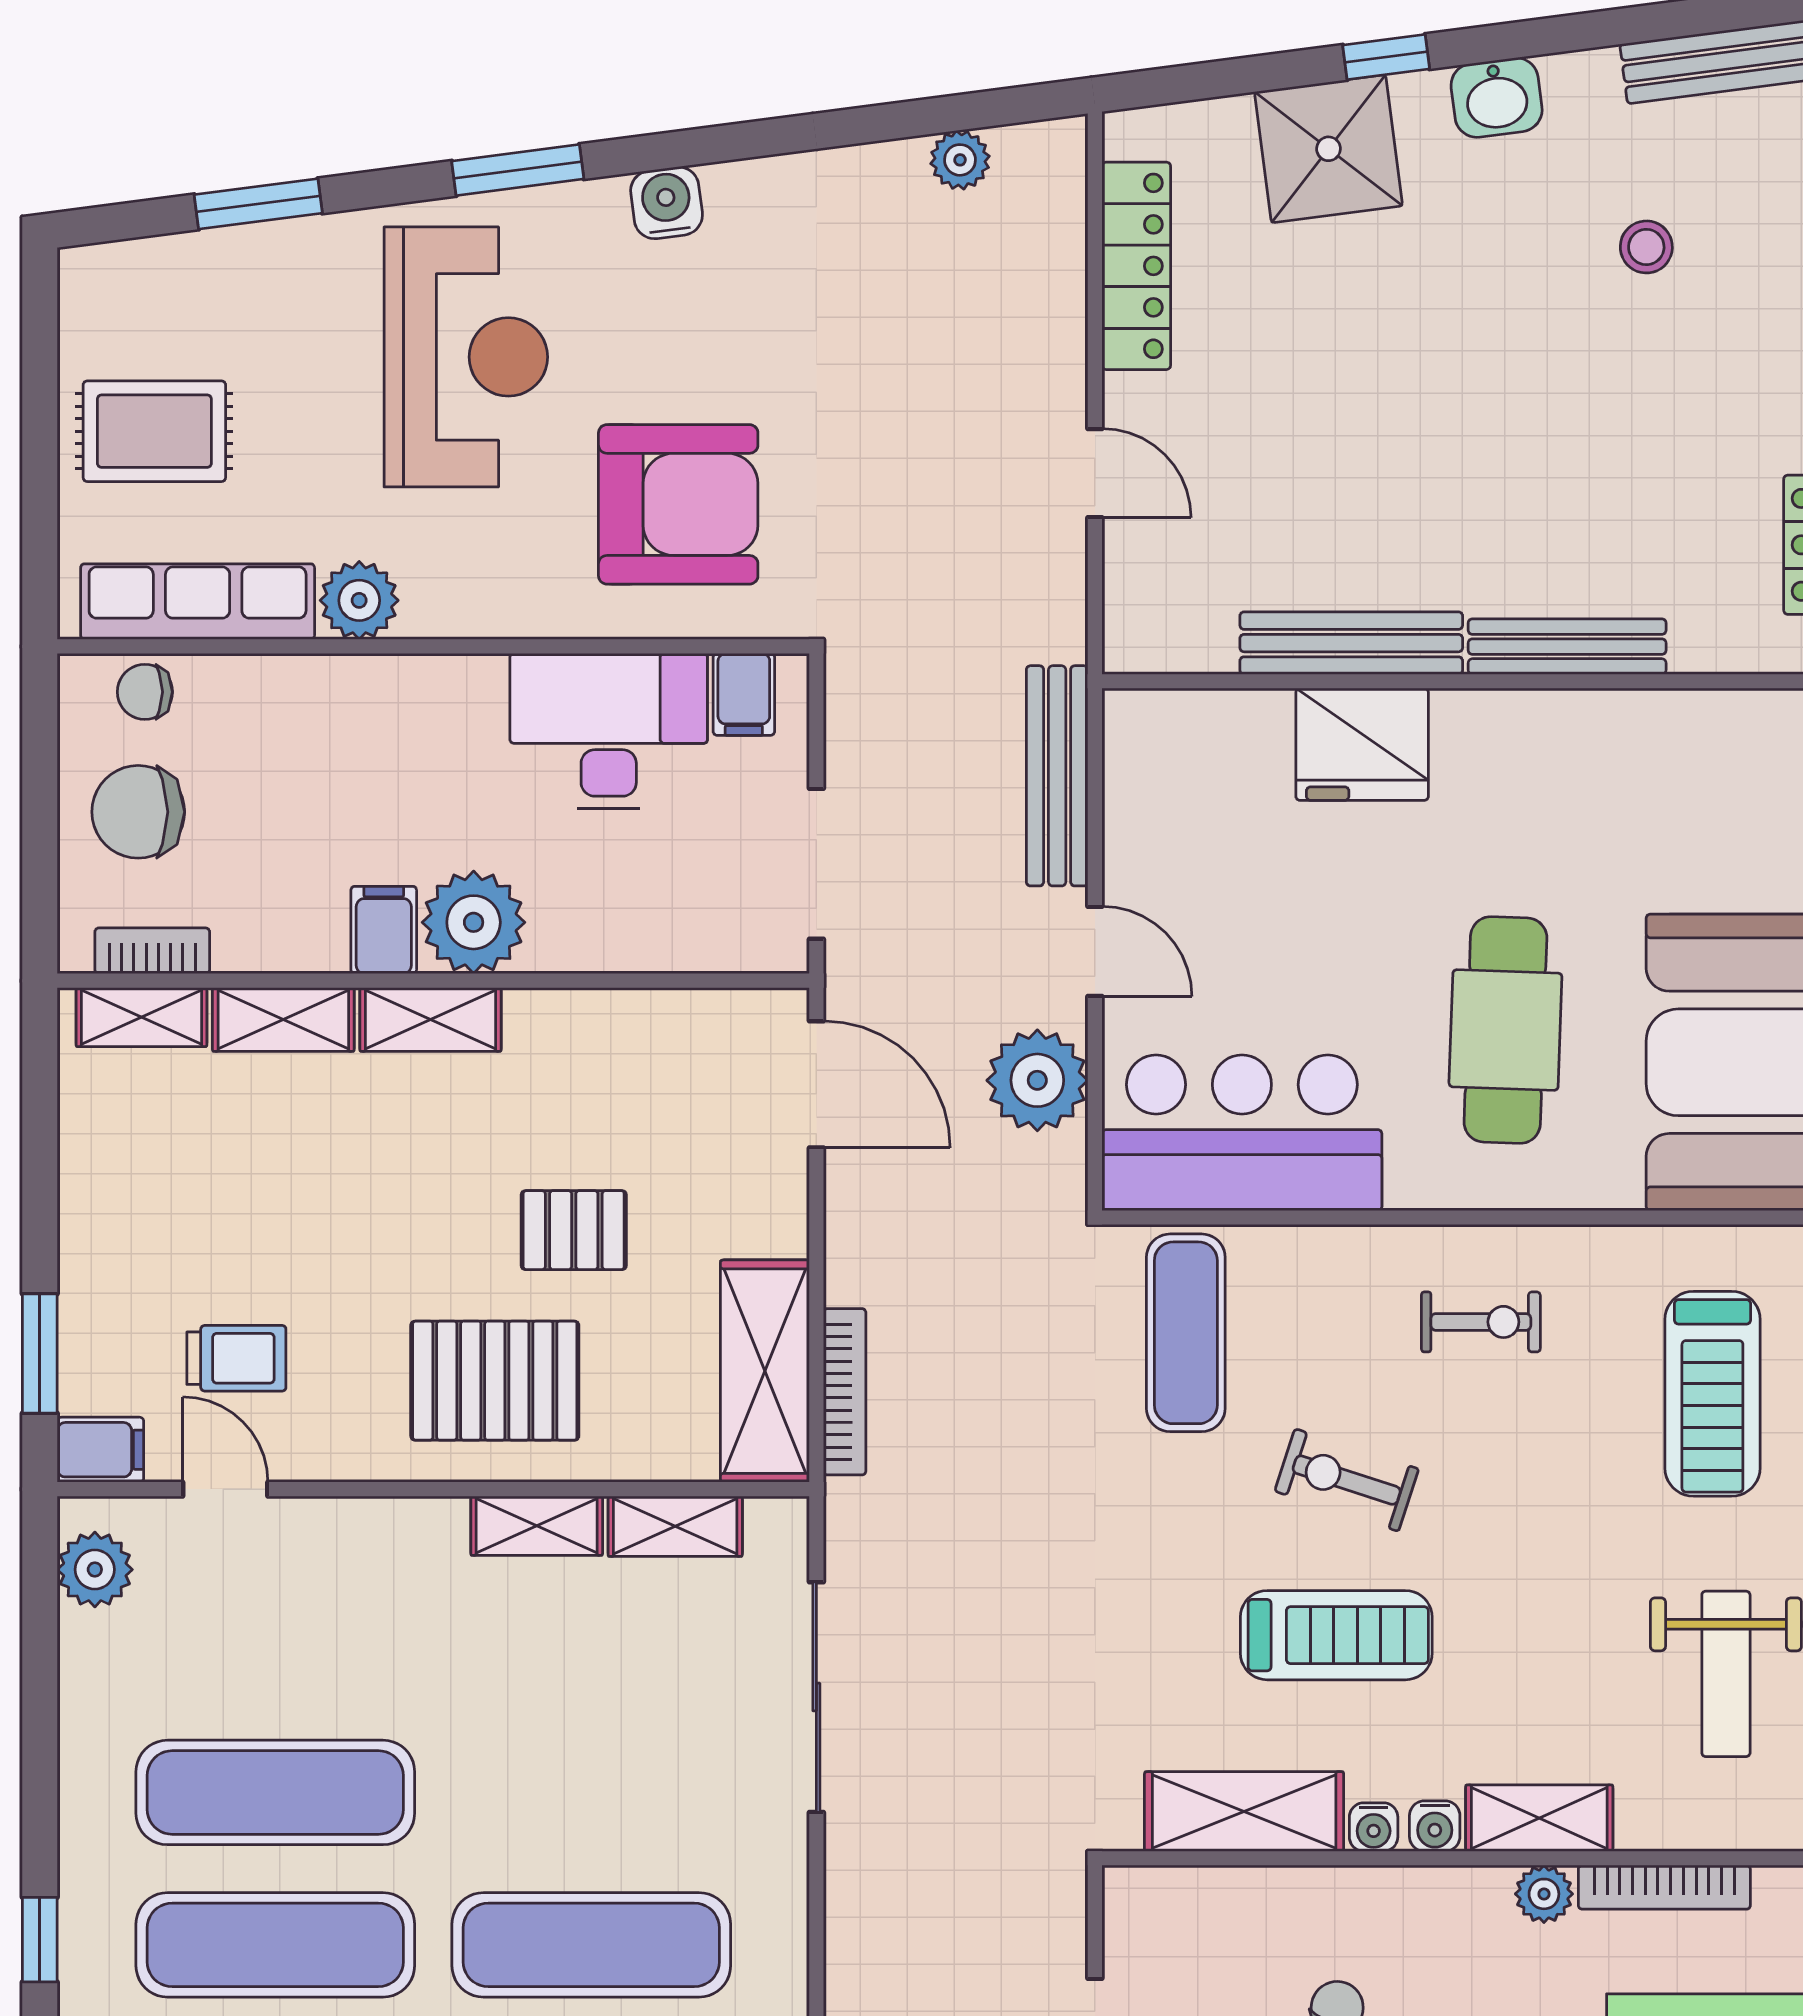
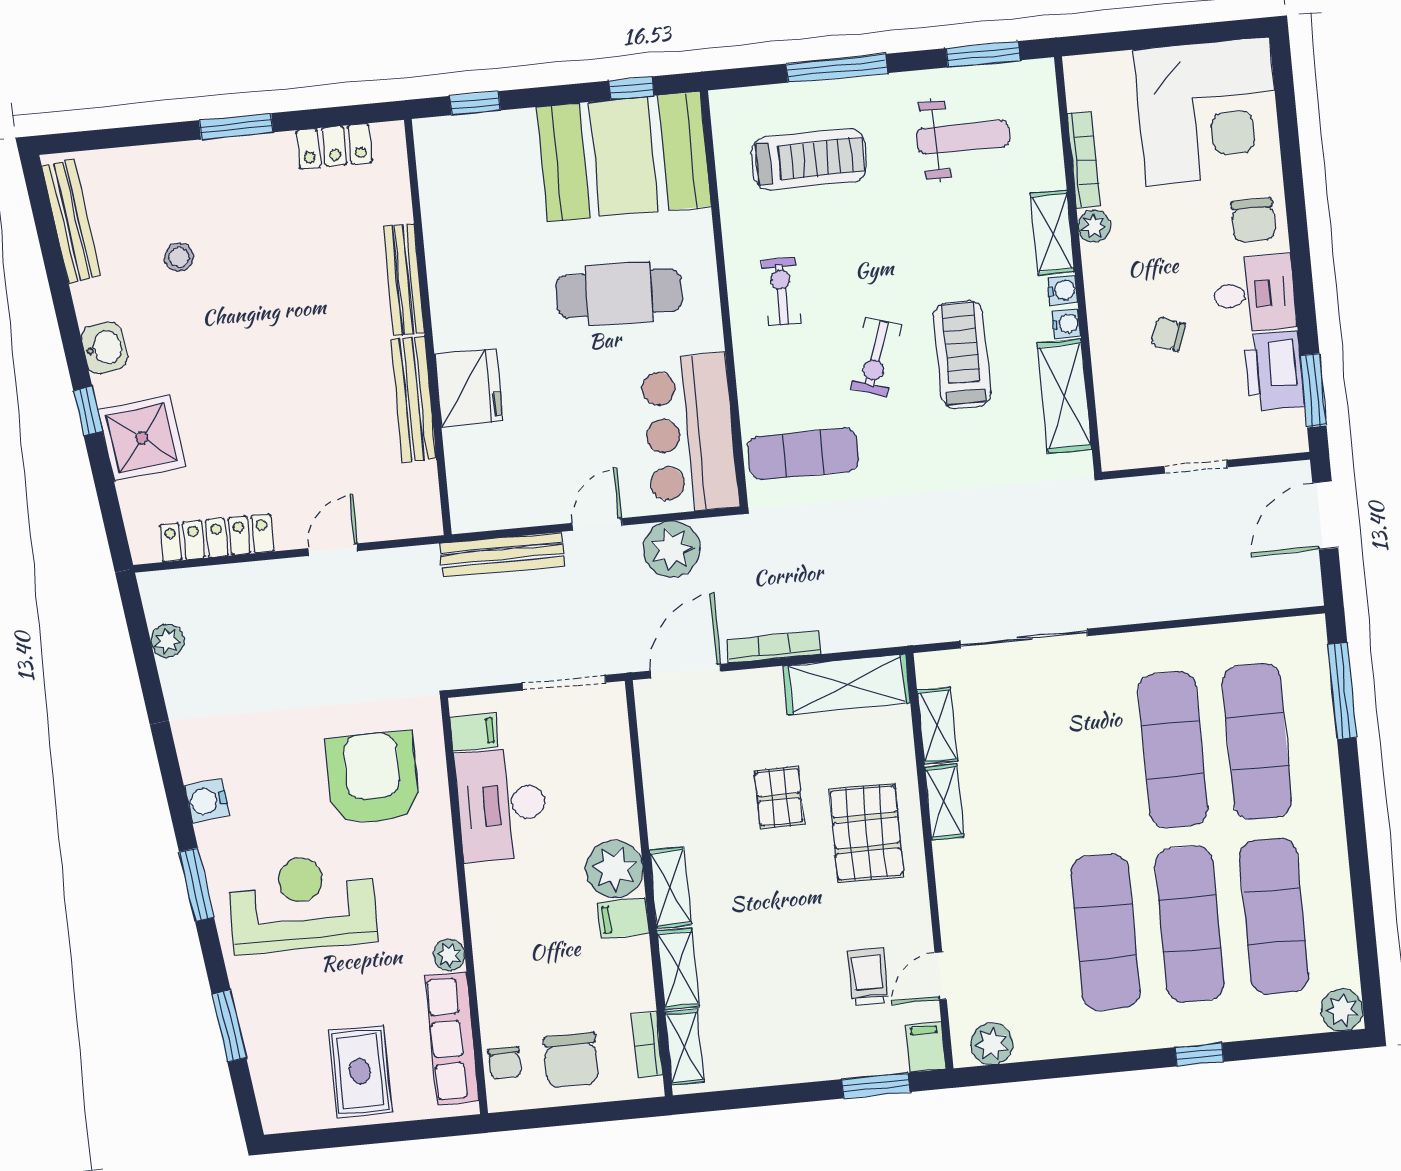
plant: (359, 600) -> (449, 955), width x0.73, depth x0.73
bookcase: (845, 1392) -> (774, 647), moved

